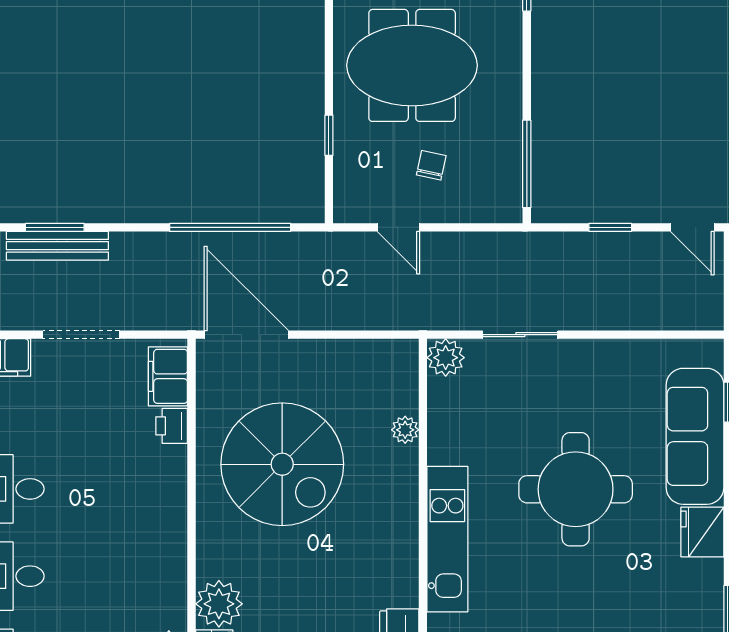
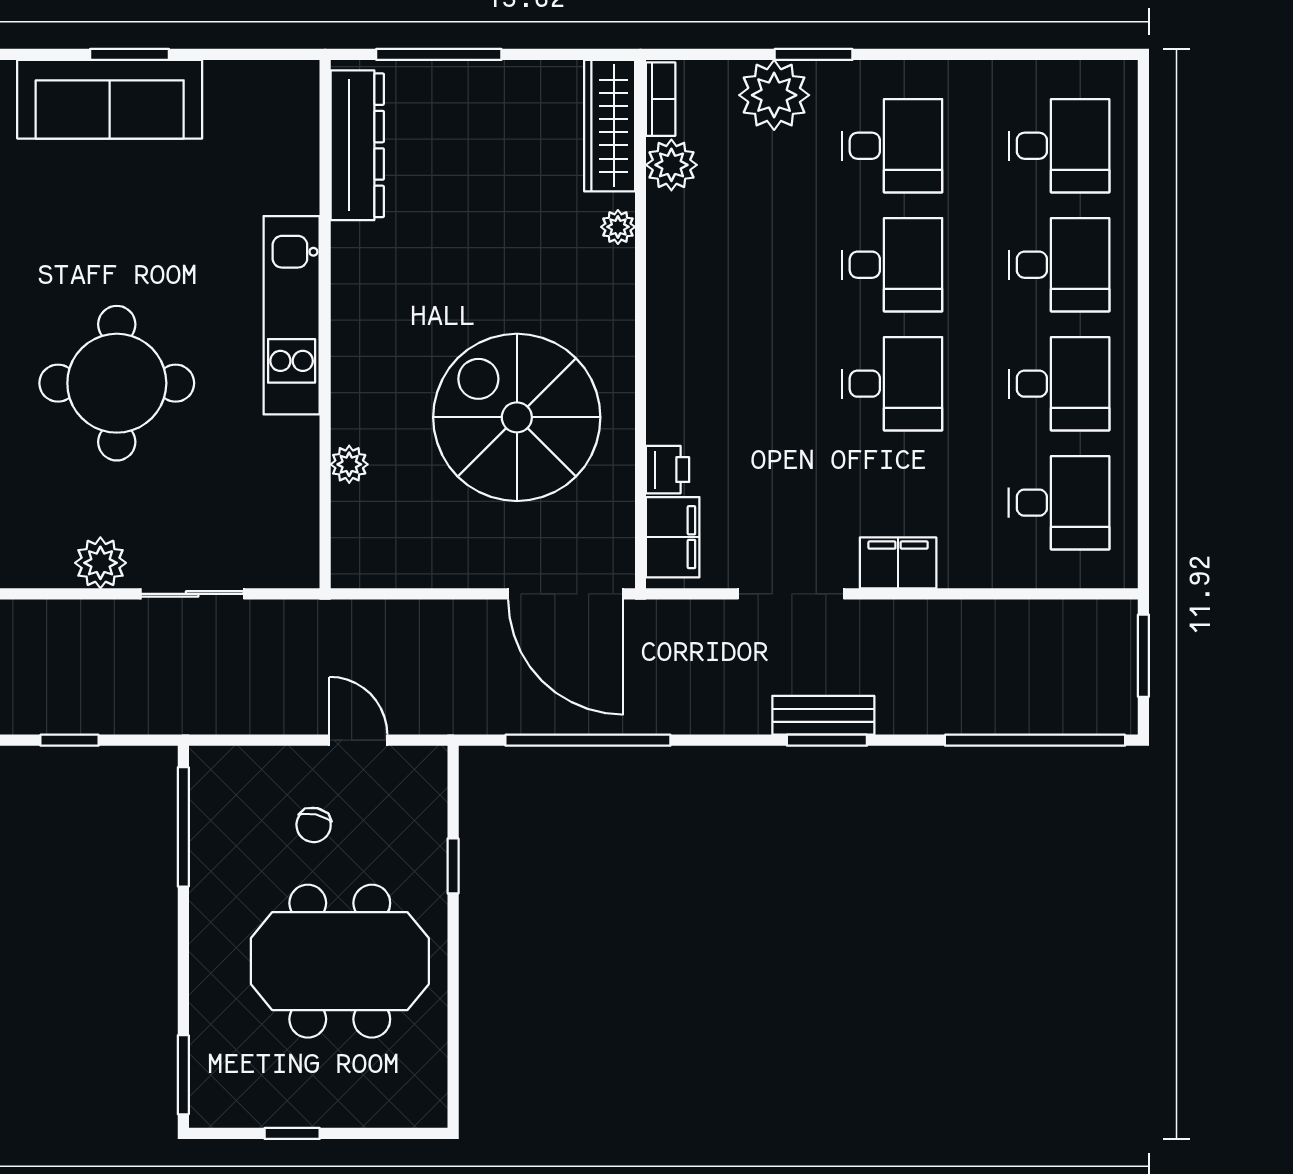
bench: (57, 246) -> (823, 715), width x0.73
plant: (446, 358) -> (100, 563), moved
plant: (219, 604) -> (618, 227), width x0.53, depth x0.53

